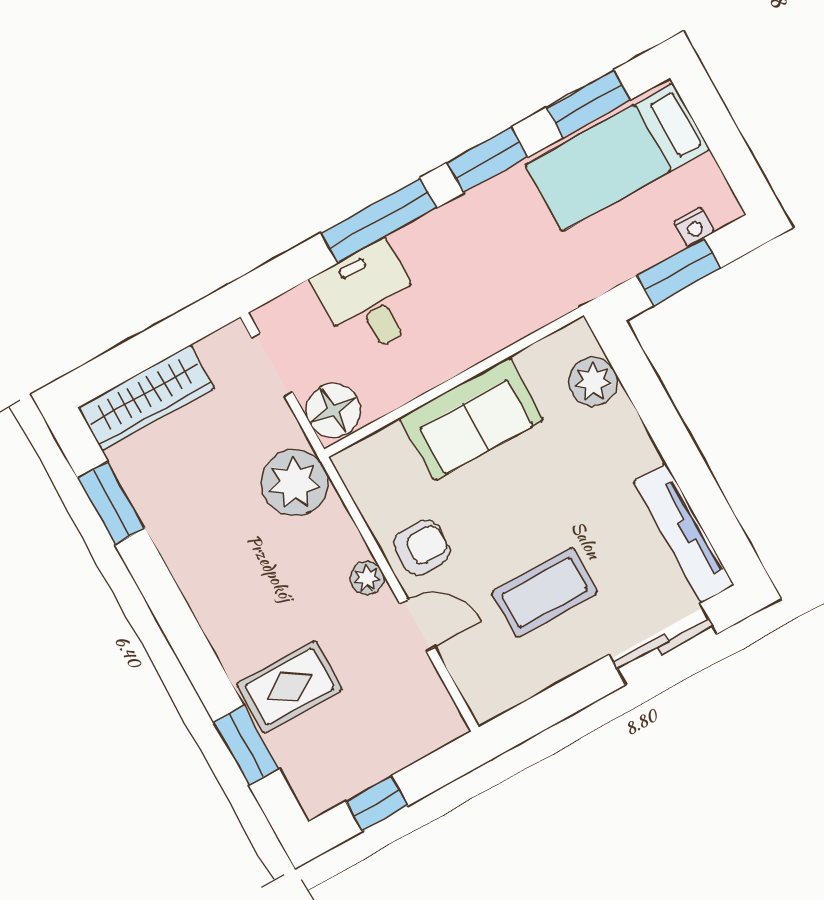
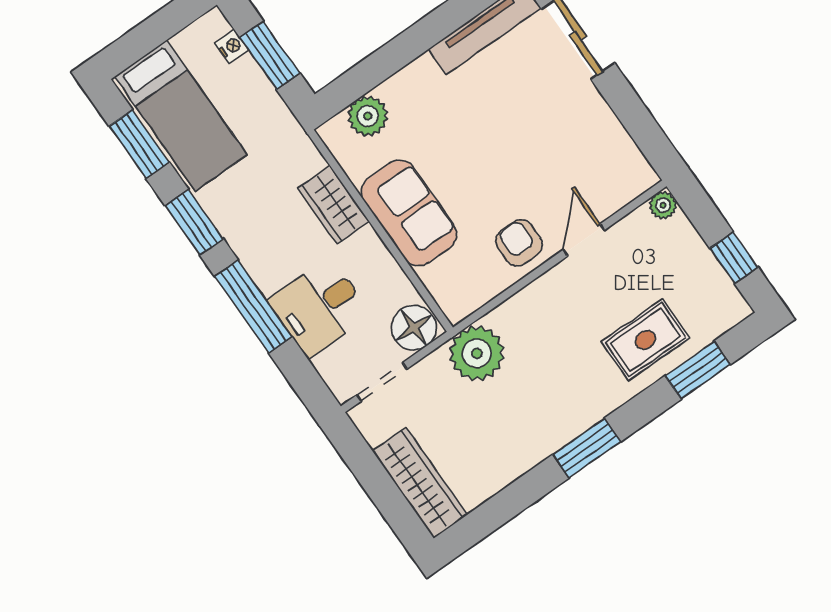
wardrobe: (491, 329) -> (334, 205), added
window: (111, 503) -> (587, 448), moved
plant: (367, 578) -> (663, 205), moved
coffee table: (545, 592) -> (546, 138), removed
rug: (289, 687) -> (645, 340), turned 90

